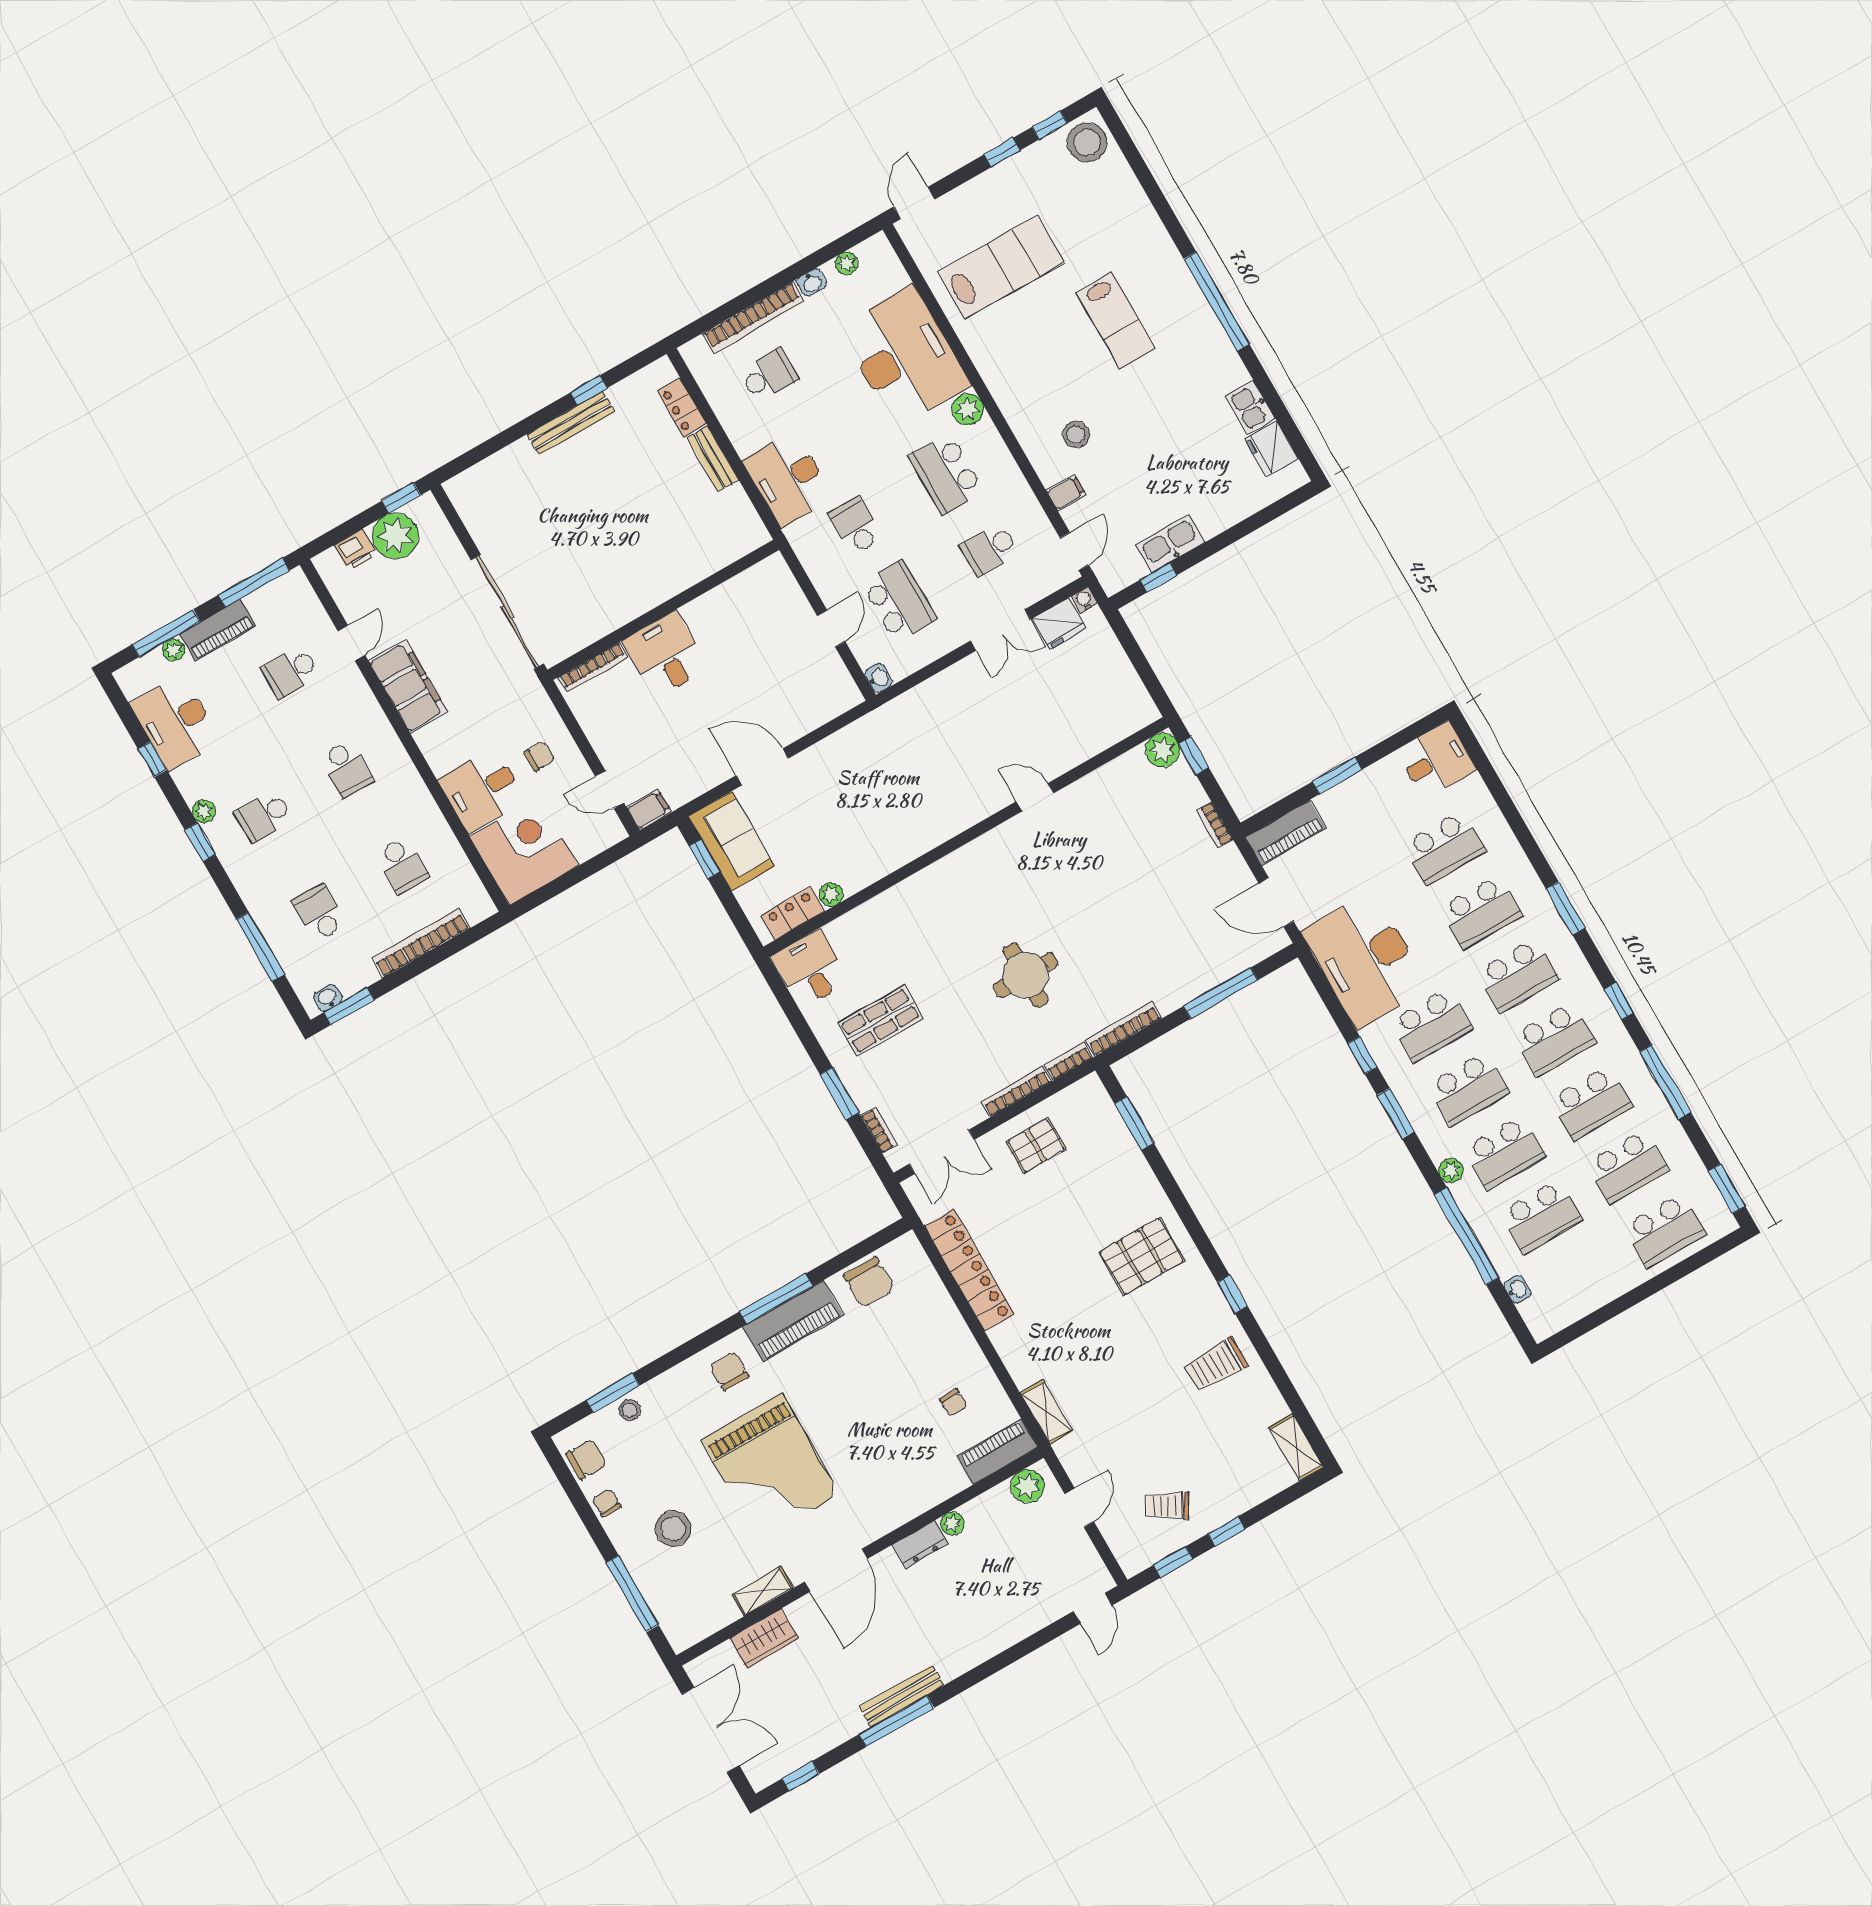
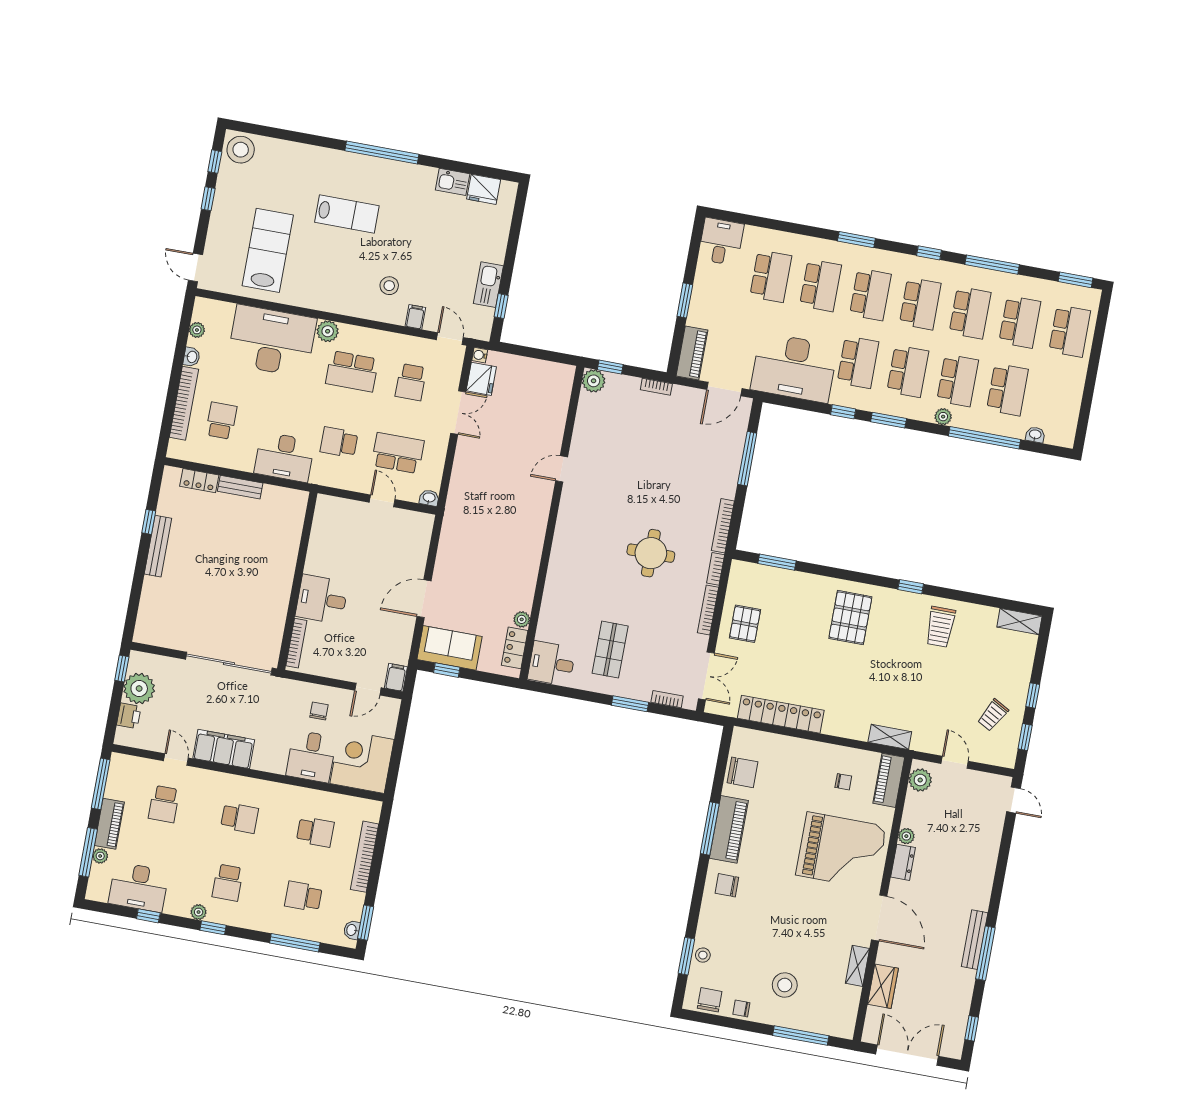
grand piano: (771, 1467) -> (841, 851), moved

